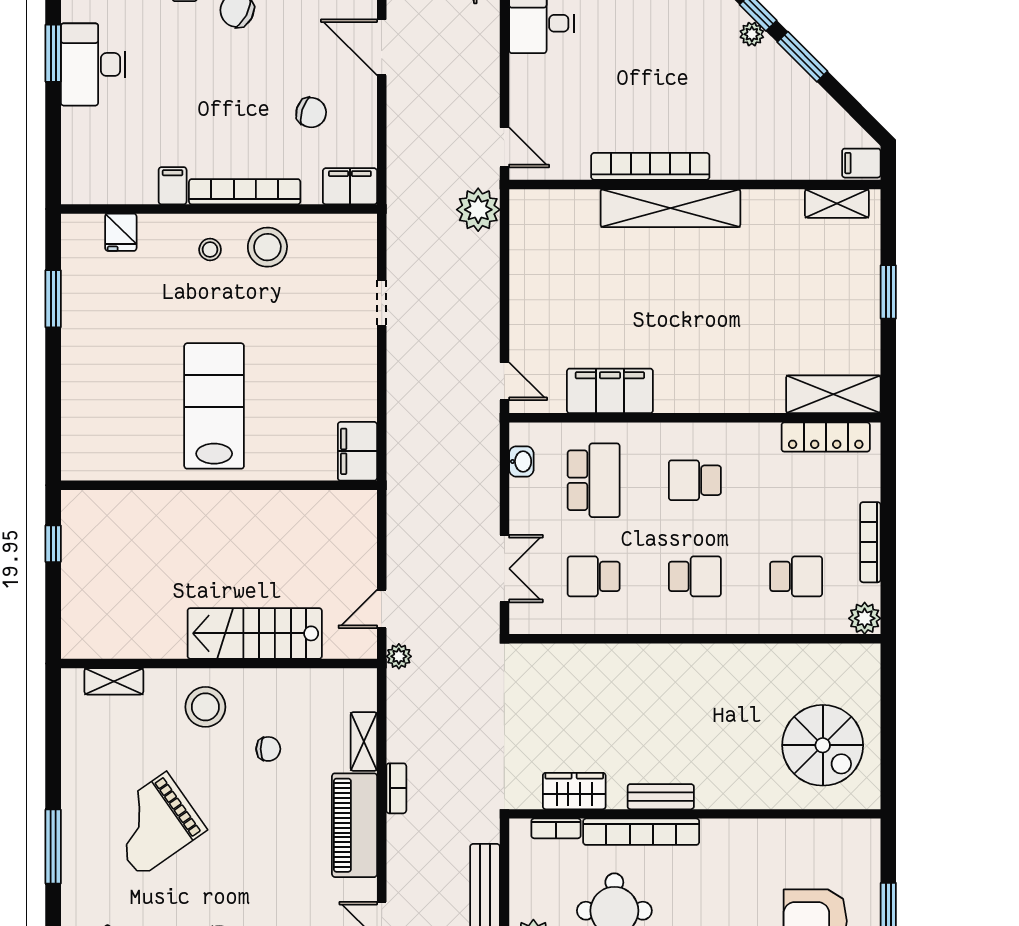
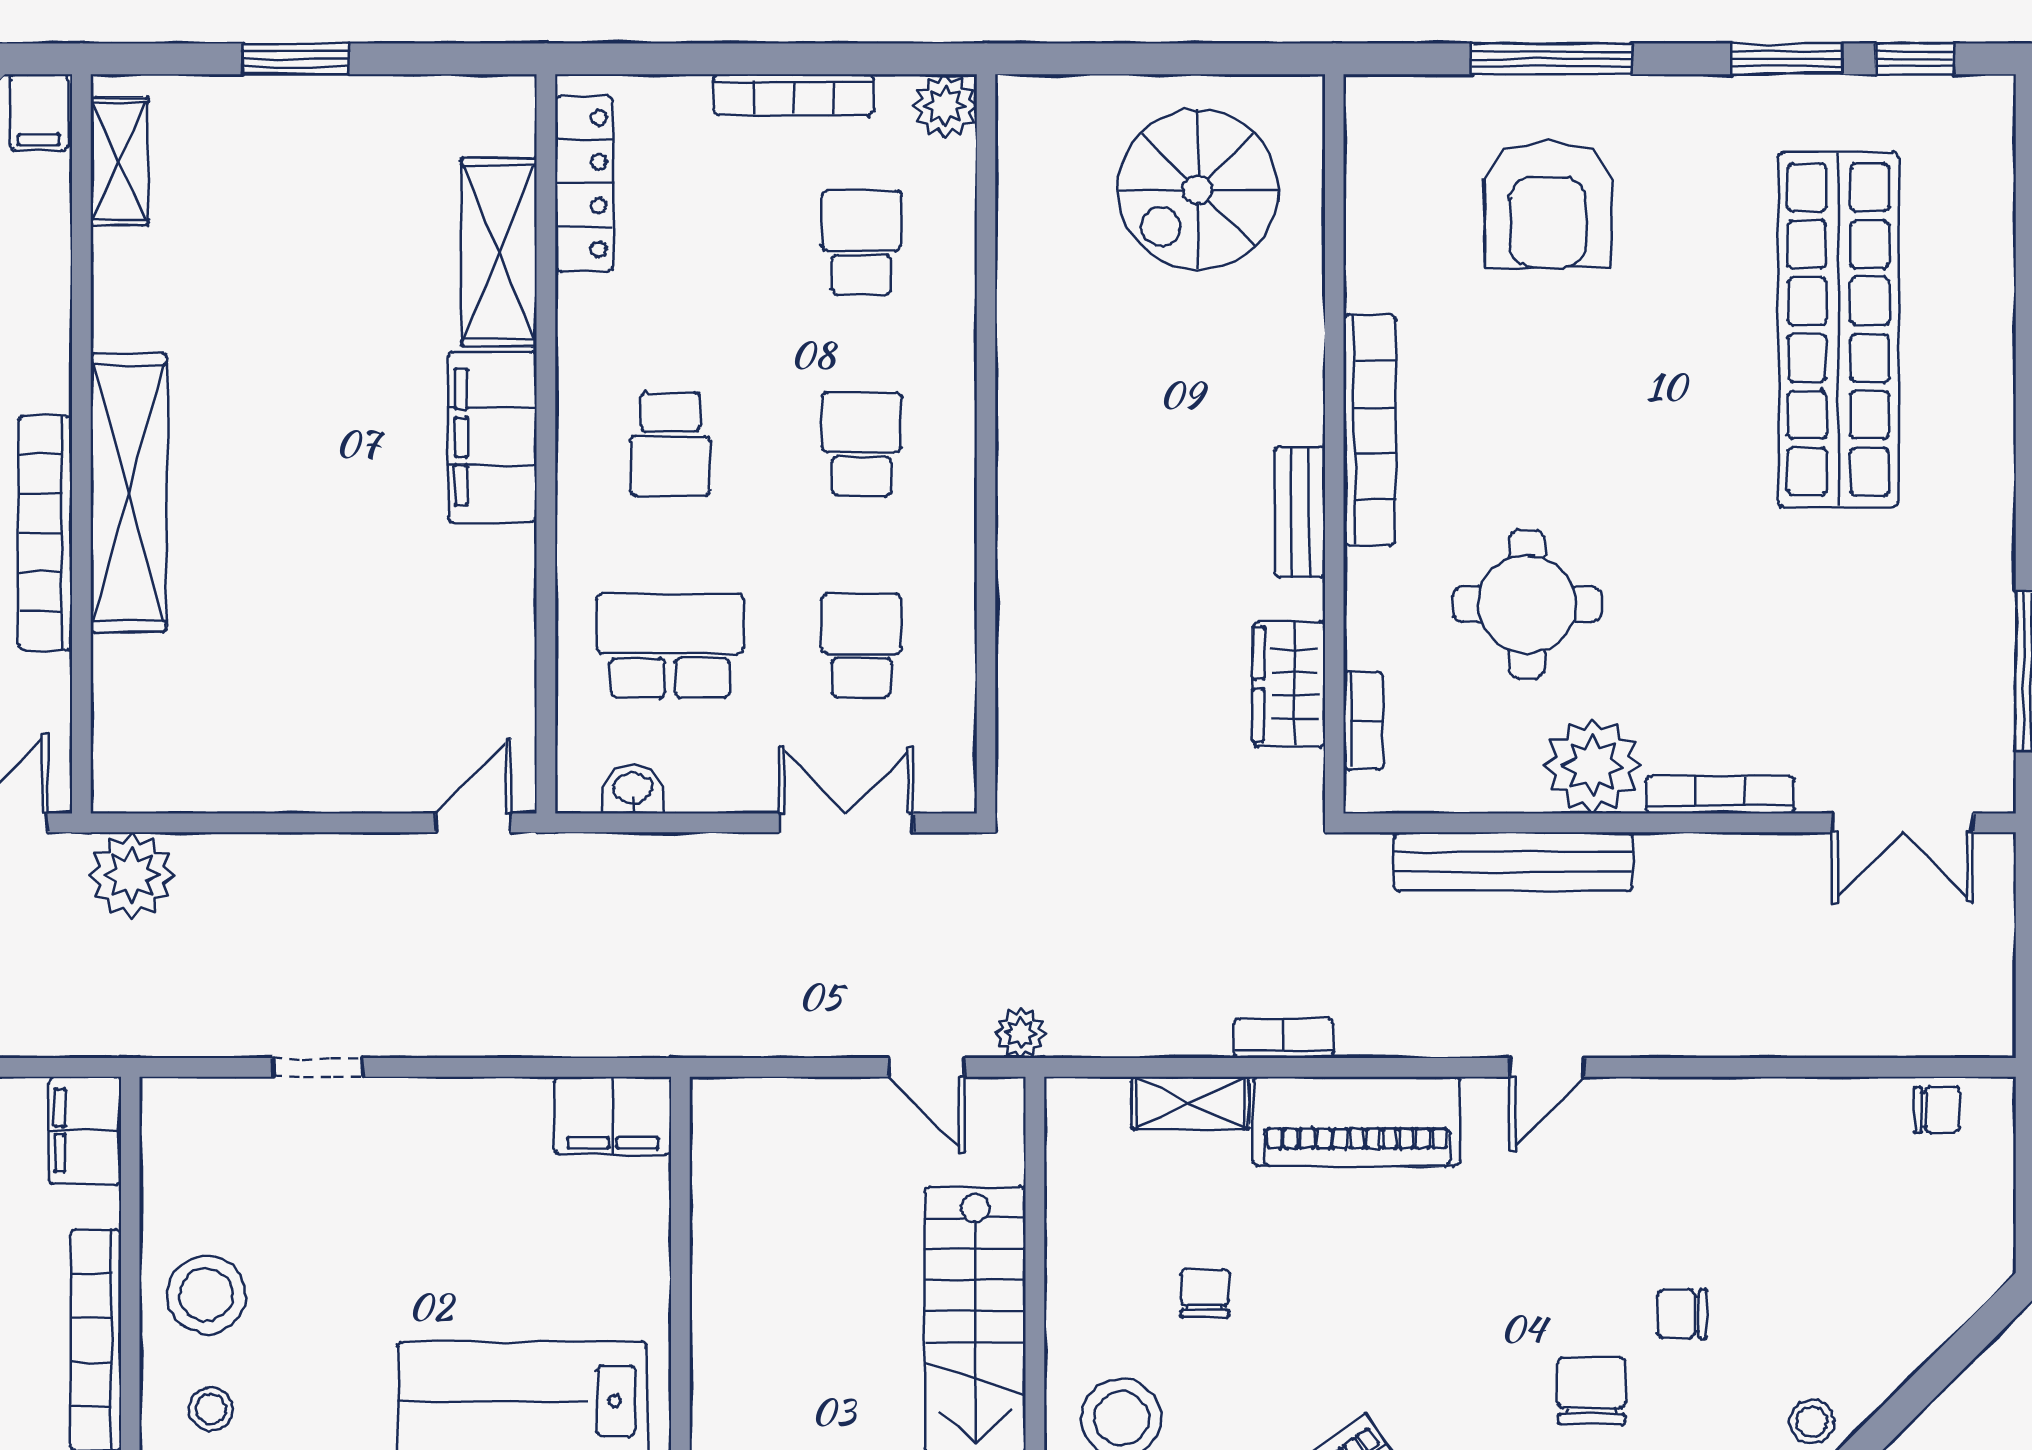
filing cabinet: (610, 391) -> (492, 437), moved
shelving: (833, 394) -> (499, 252), moved
school desk: (594, 576) -> (862, 646), turned 180
spiral stairs: (823, 745) -> (1198, 190), turned 180
bookcase: (641, 832) -> (1370, 430), moved

